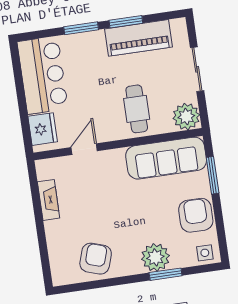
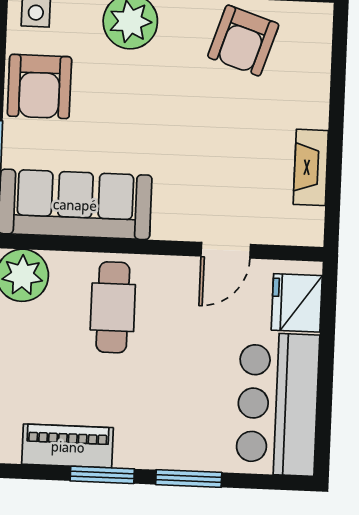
piano: (138, 38) -> (68, 446), width x0.73, depth x0.75

